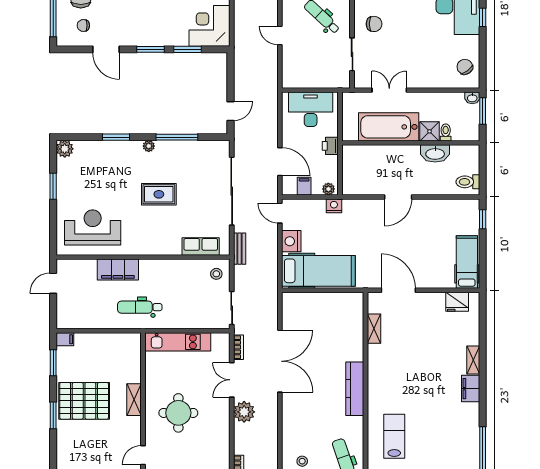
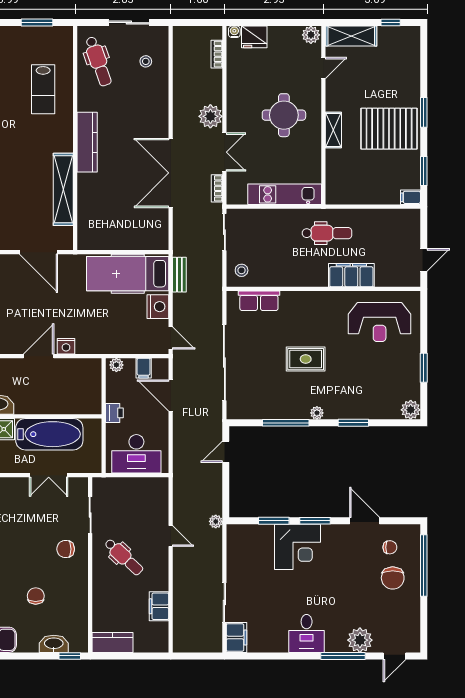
corner desk: (209, 26) -> (298, 547), moved
plant: (239, 49) -> (216, 521), added
nightstand: (334, 206) -> (66, 346), moved
bench: (240, 249) -> (179, 275), moved
shelving: (374, 329) -> (63, 189), width x2.20, depth x1.33

